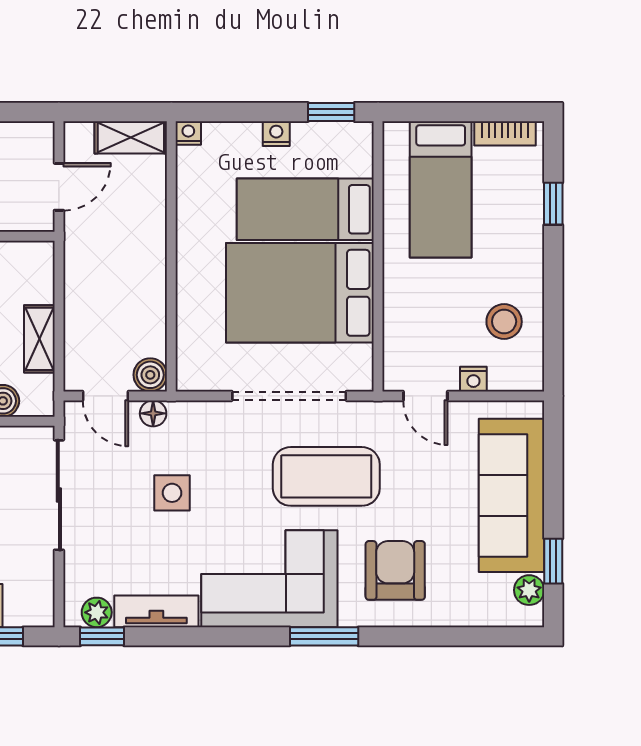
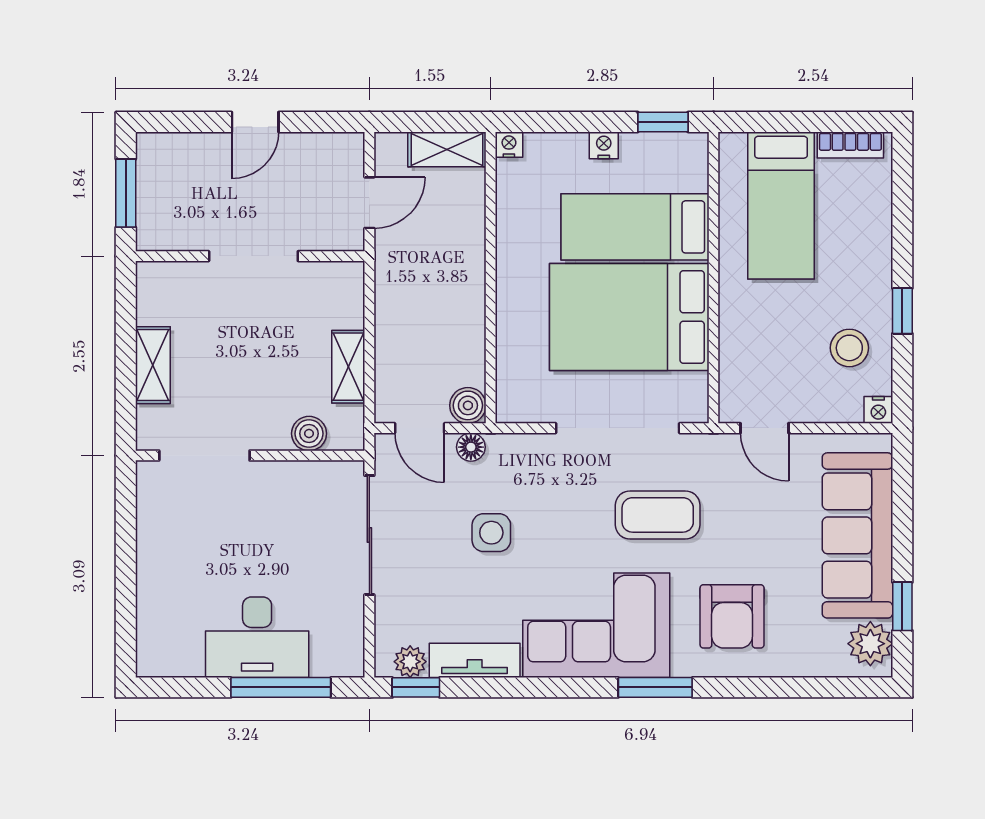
window: (553, 204) -> (902, 311), moved
nightstand: (473, 379) -> (878, 410), moved
coffee table: (326, 476) -> (658, 515), width x0.73, depth x0.76
armchair: (395, 570) -> (732, 616), turned 180
plant: (529, 590) -> (870, 644), width x1.38, depth x1.38

